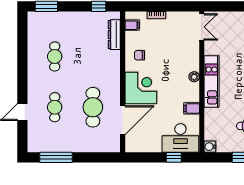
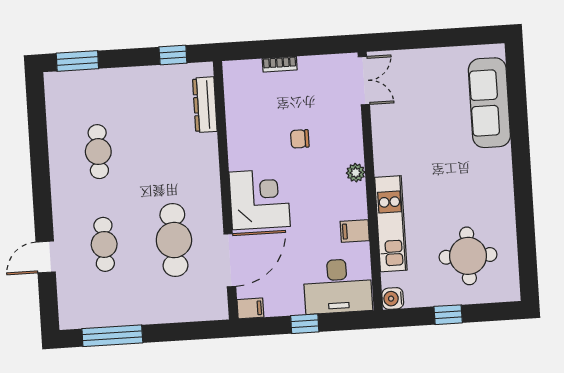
filing cabinet: (132, 25) -> (250, 308), moved
chair: (140, 55) -> (300, 139), moved
kitchen unit: (212, 81) -> (391, 224), moved
window: (174, 157) -> (305, 324), moved

